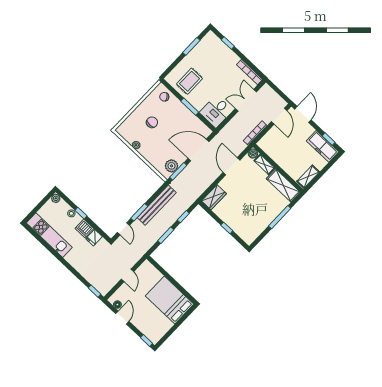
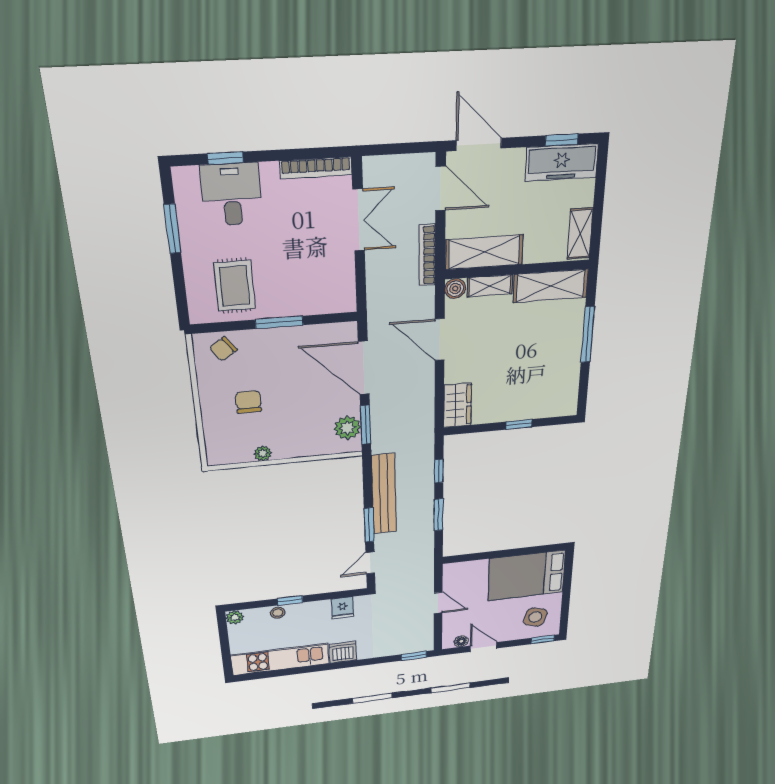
double door: (246, 100) -> (359, 220), swing flipped
desk: (216, 111) -> (232, 194), moved, turned 180
door: (198, 150) -> (364, 368), hinge flipped
shelving: (273, 151) -> (484, 252), added
dishwasher: (84, 228) -> (343, 652), moved, turned 180
door: (123, 229) -> (370, 563), swing flipped
side table: (154, 325) -> (535, 617), added

